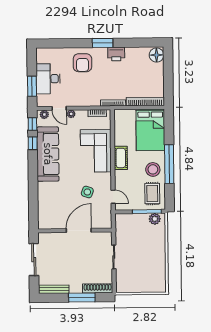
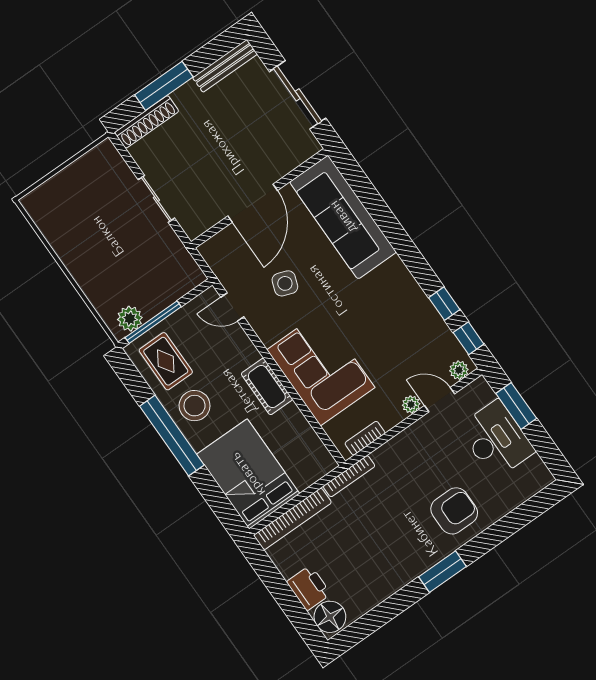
printer: (116, 54) -> (309, 588), moved, turned 90
armchair: (82, 63) -> (454, 511), turned 90
sofa: (48, 154) -> (343, 217), moved

